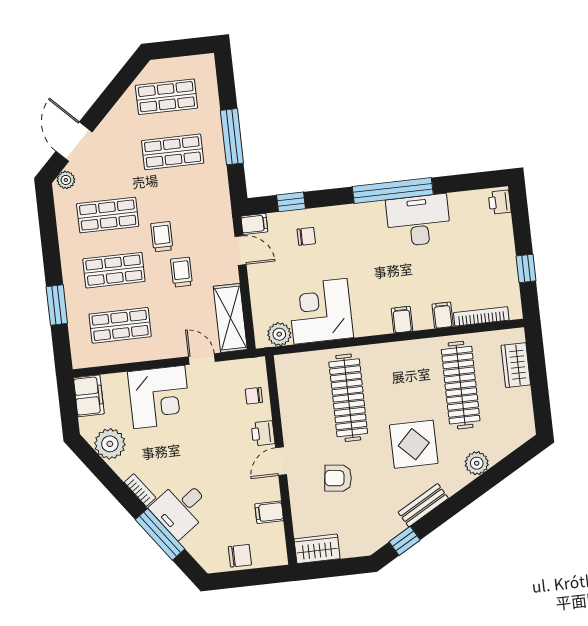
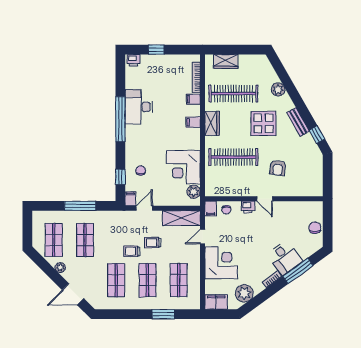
plant: (66, 180) -> (60, 268), moved
window: (526, 268) -> (156, 50), moved
filing cabinet: (269, 512) -> (211, 209), moved
wardrobe: (317, 549) -> (212, 123), moved, turned 180

